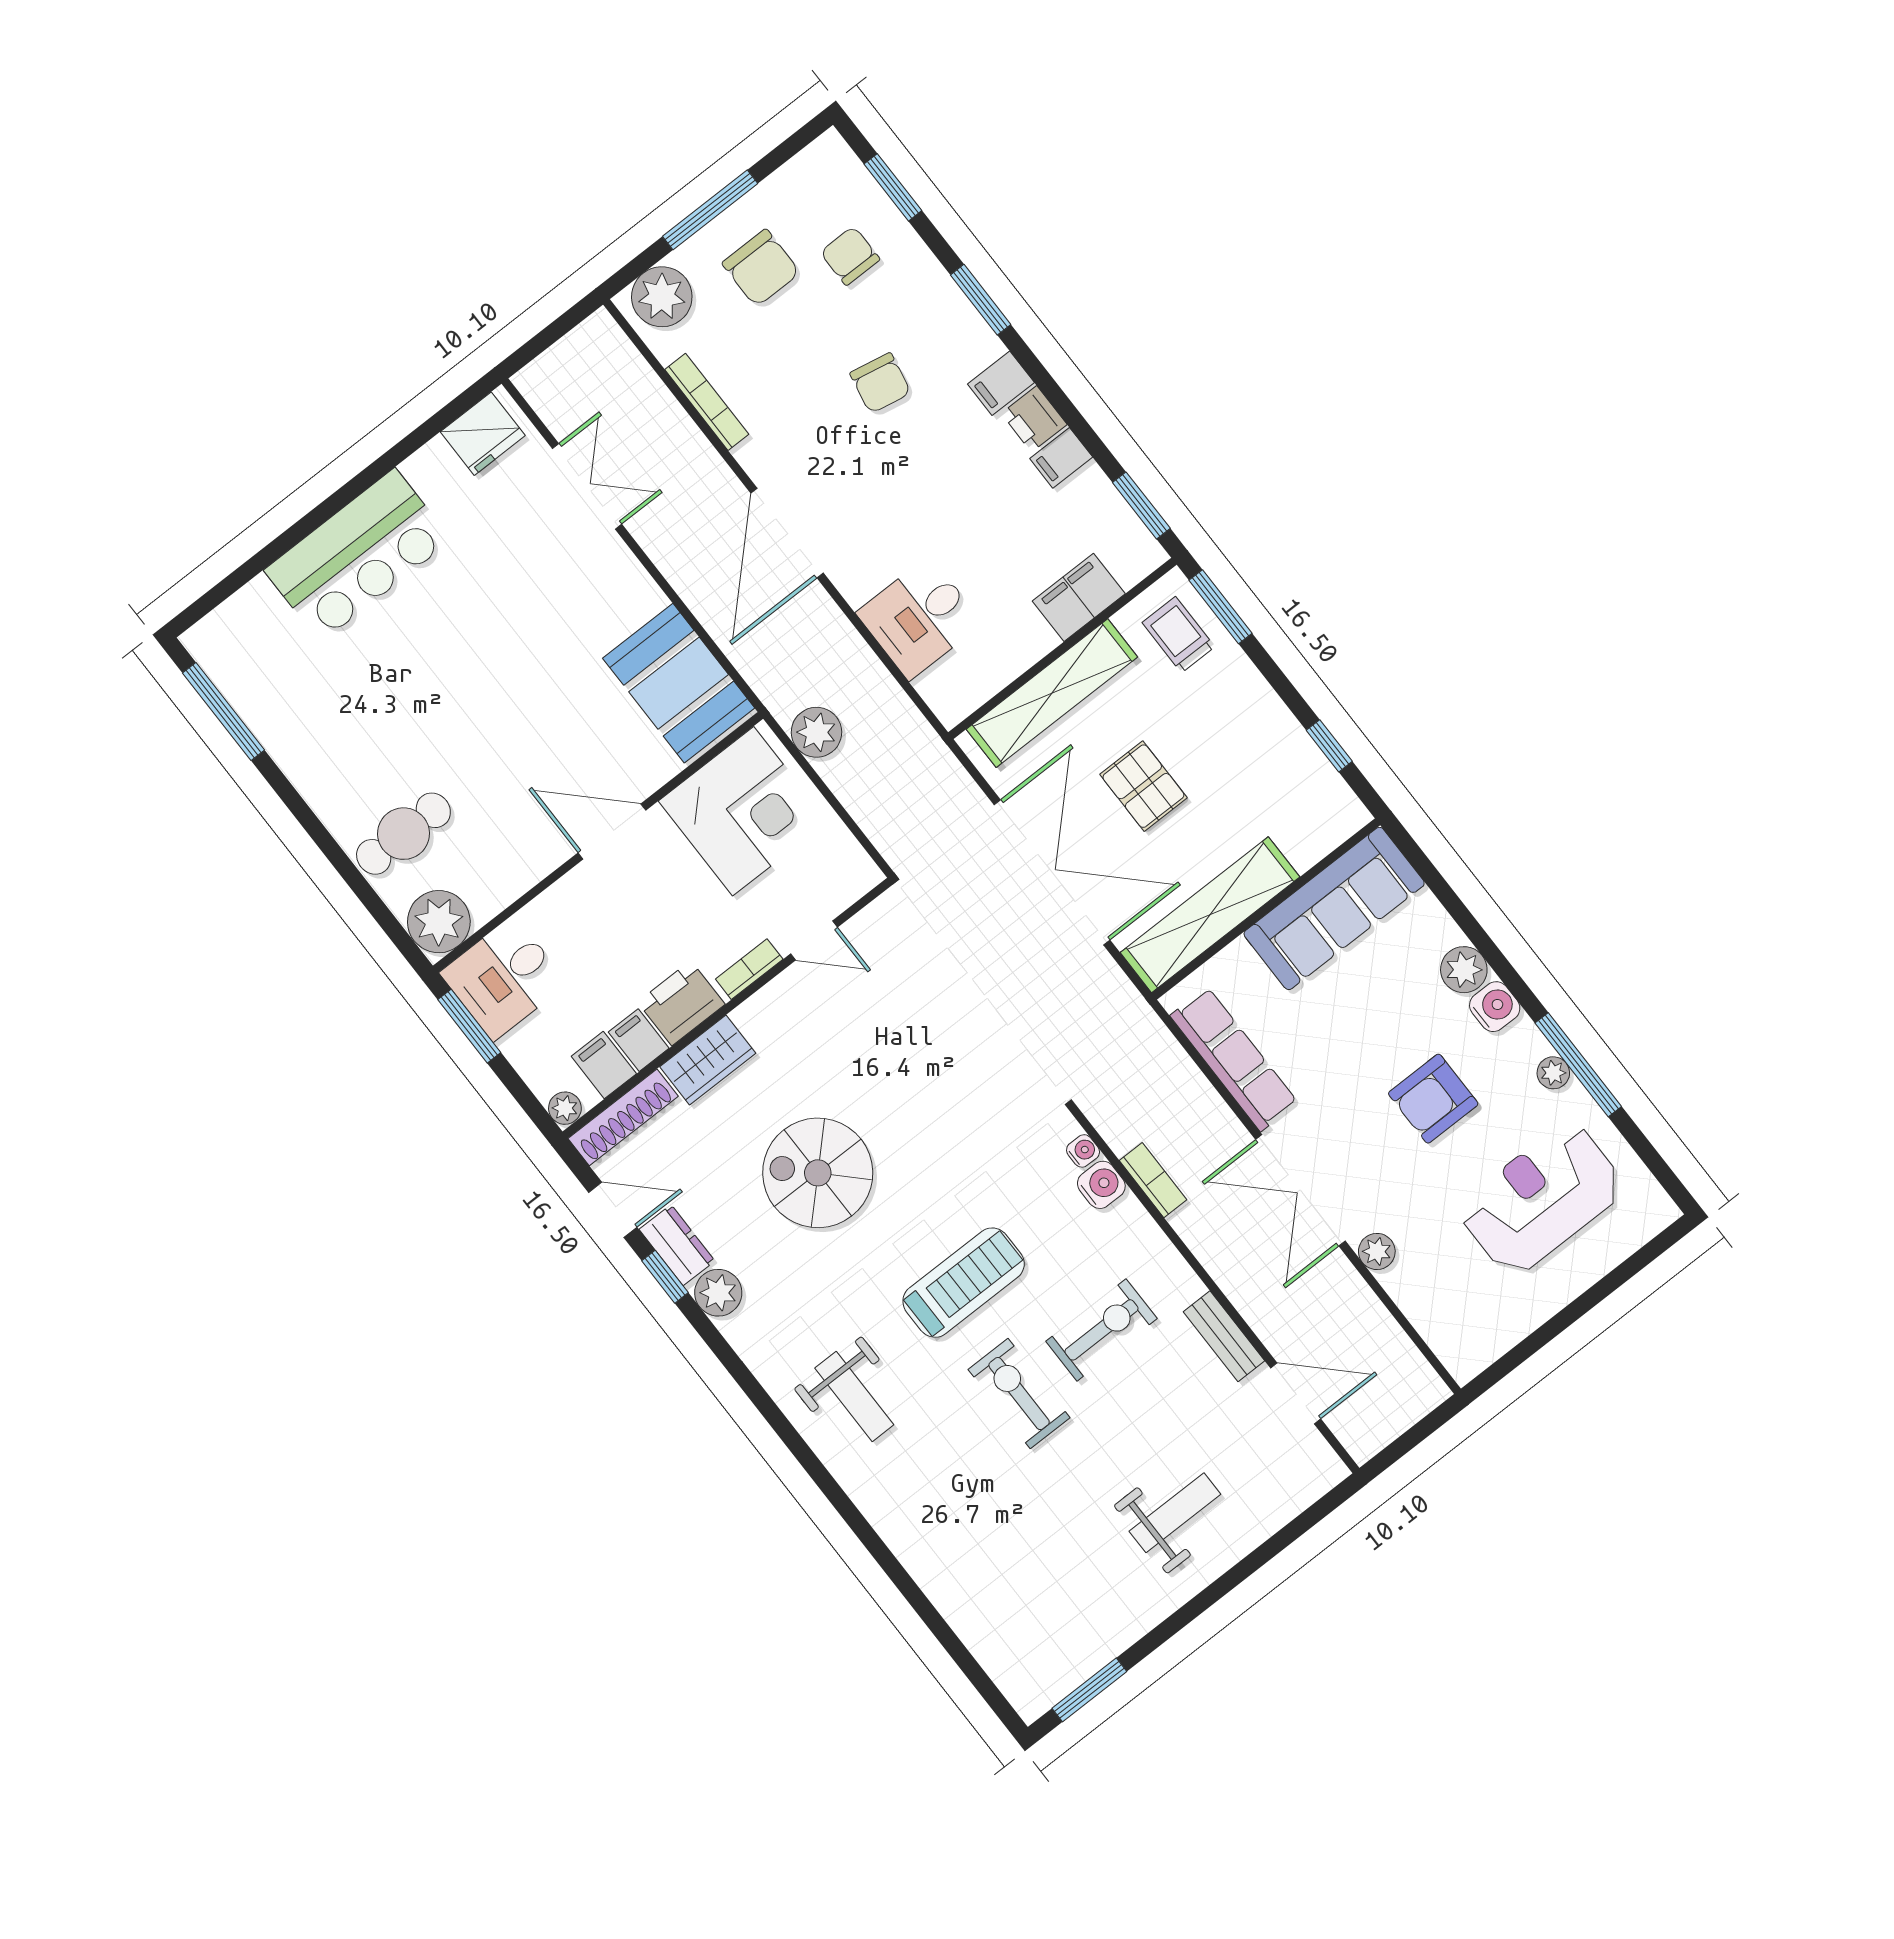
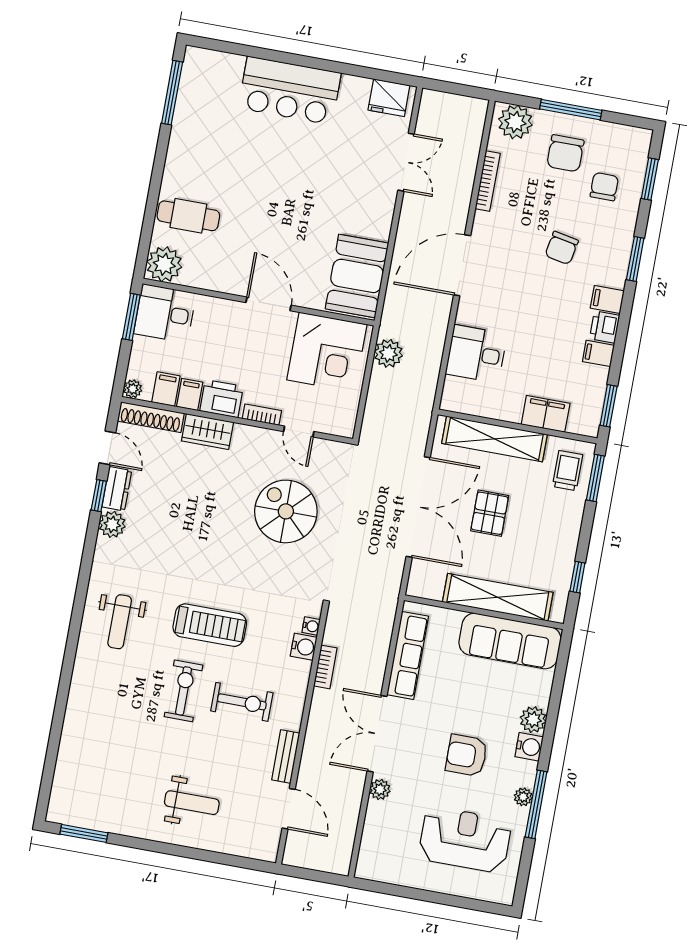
shelving: (1210, 915) -> (498, 597), moved
spiral stairs: (818, 1173) -> (286, 511), moved

